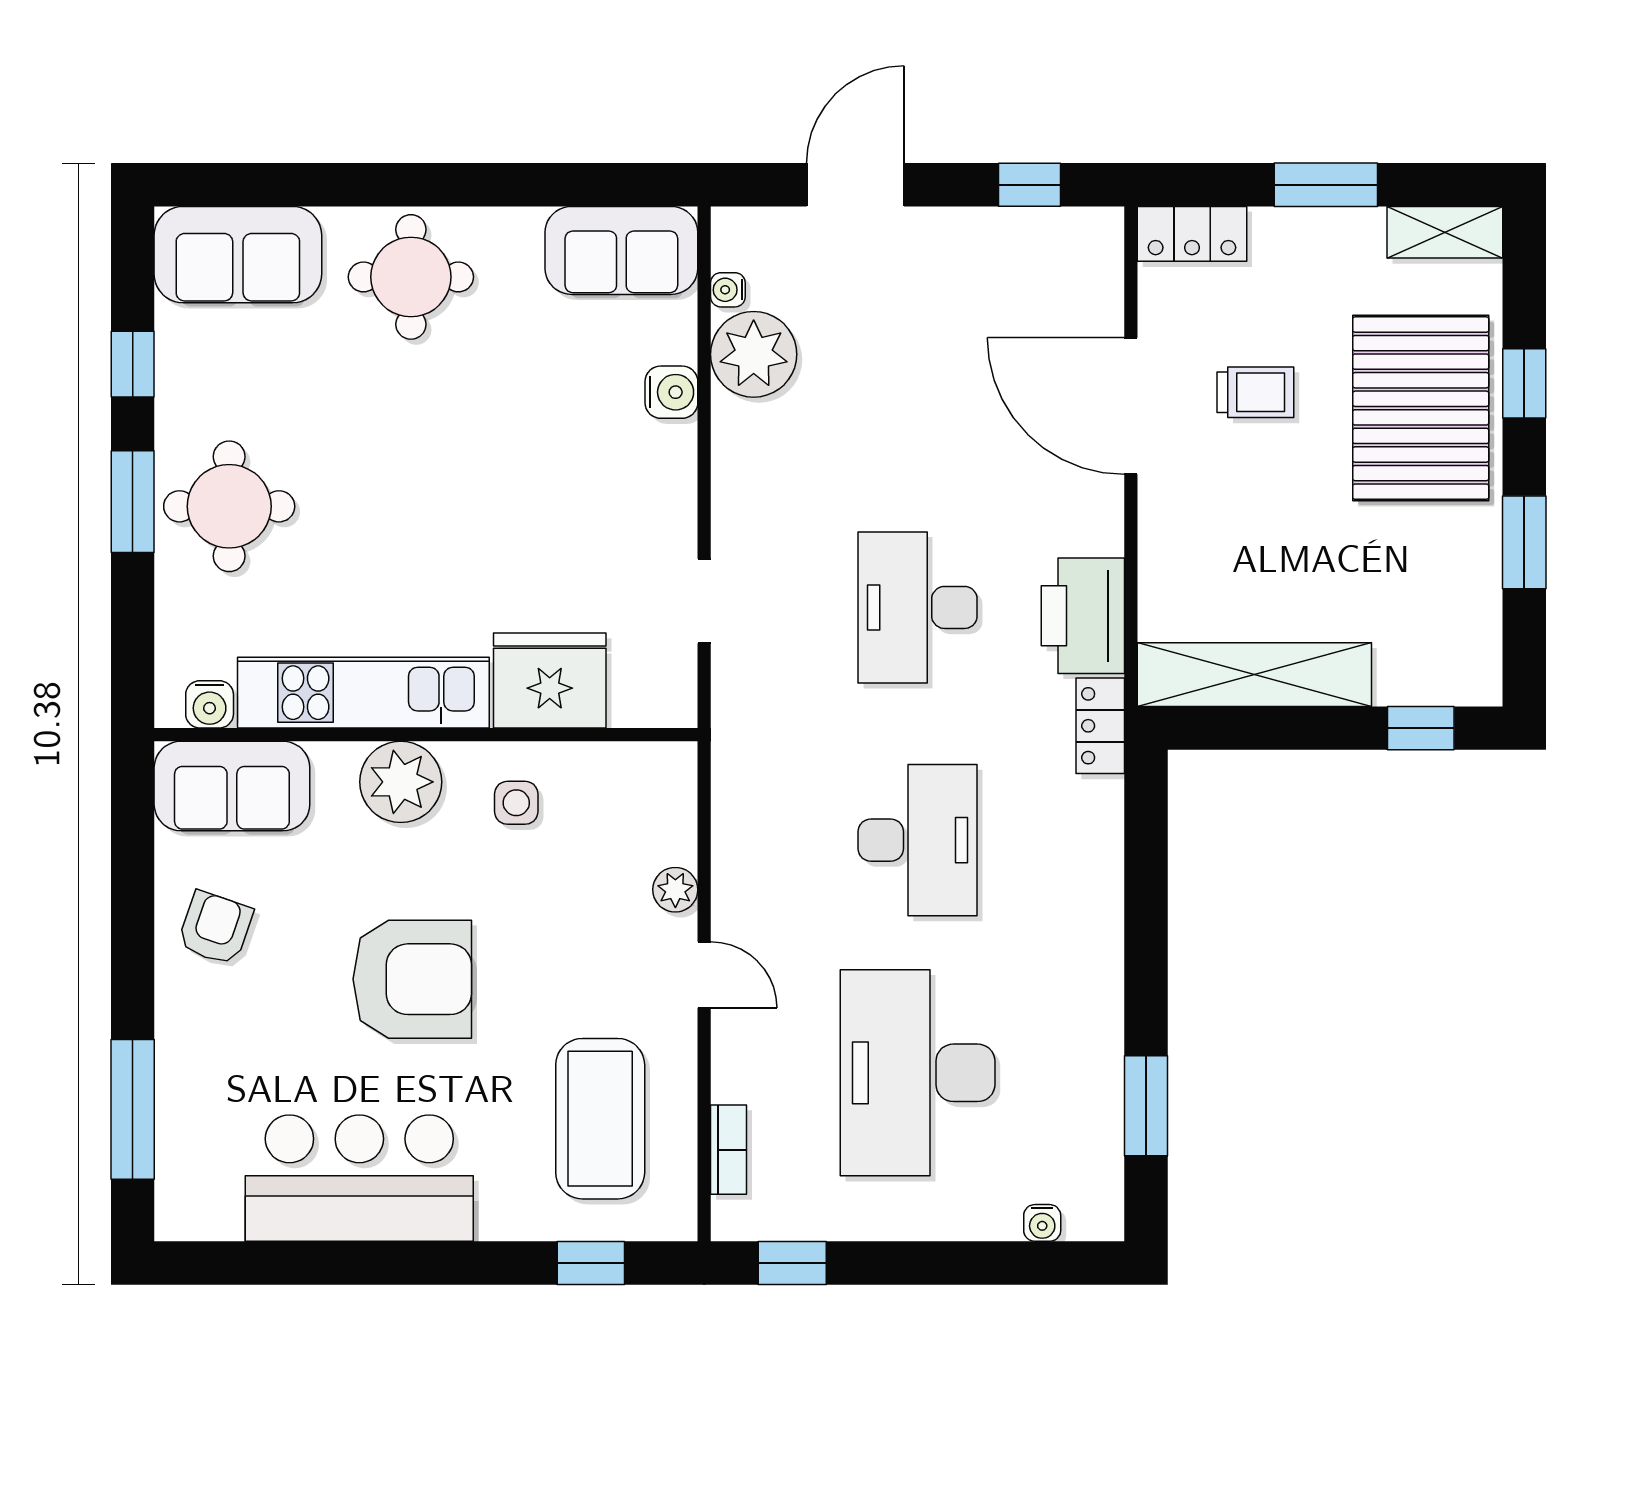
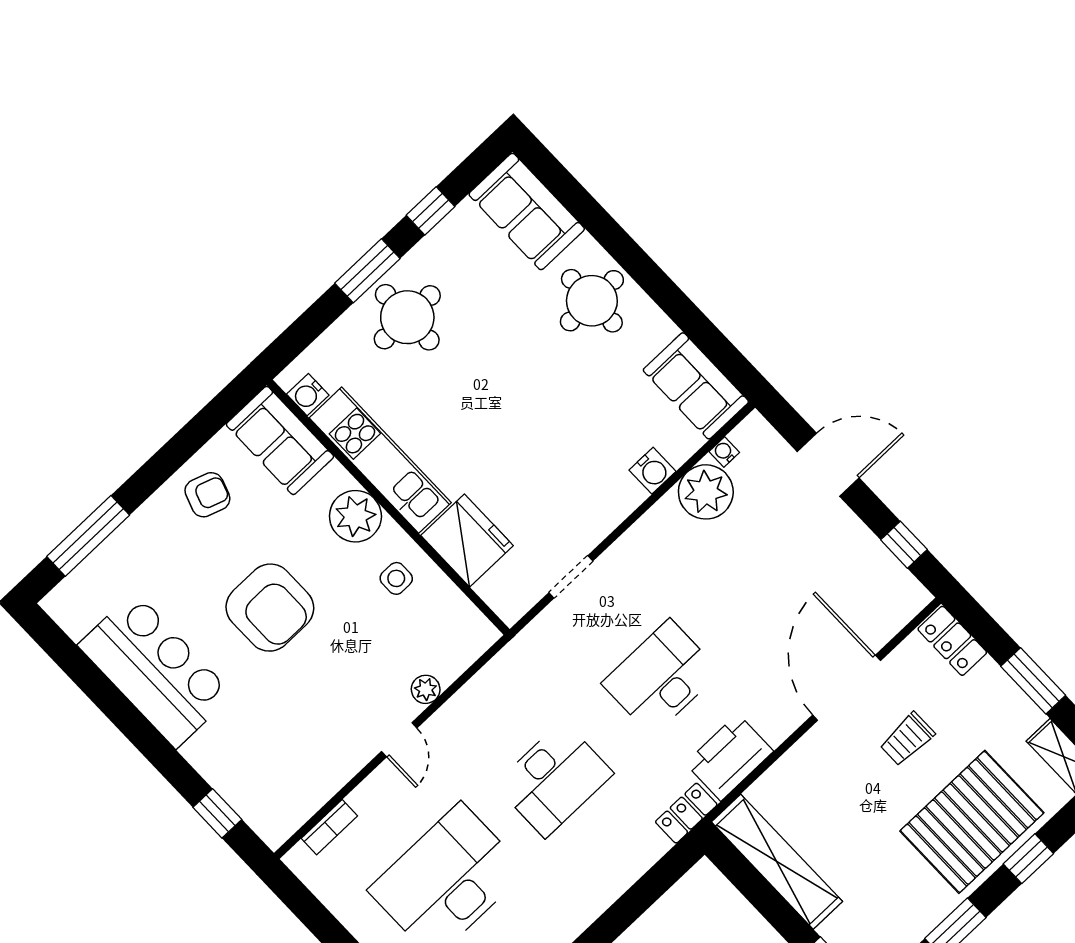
trolley: (1255, 392) -> (907, 739), turned 90
coffee table: (600, 1119) -> (288, 755), removed
window: (792, 1263) -> (305, 906), removed

